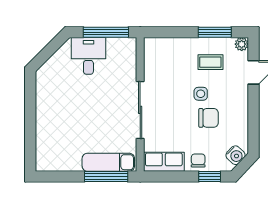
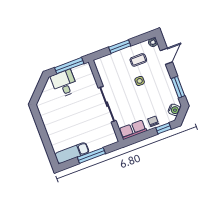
window: (215, 32) -> (120, 47), moved
chair: (209, 118) -> (150, 94), removed
window: (254, 124) -> (178, 87), added
exam couch: (108, 162) -> (72, 153), moved
window: (106, 177) -> (91, 155), moved

